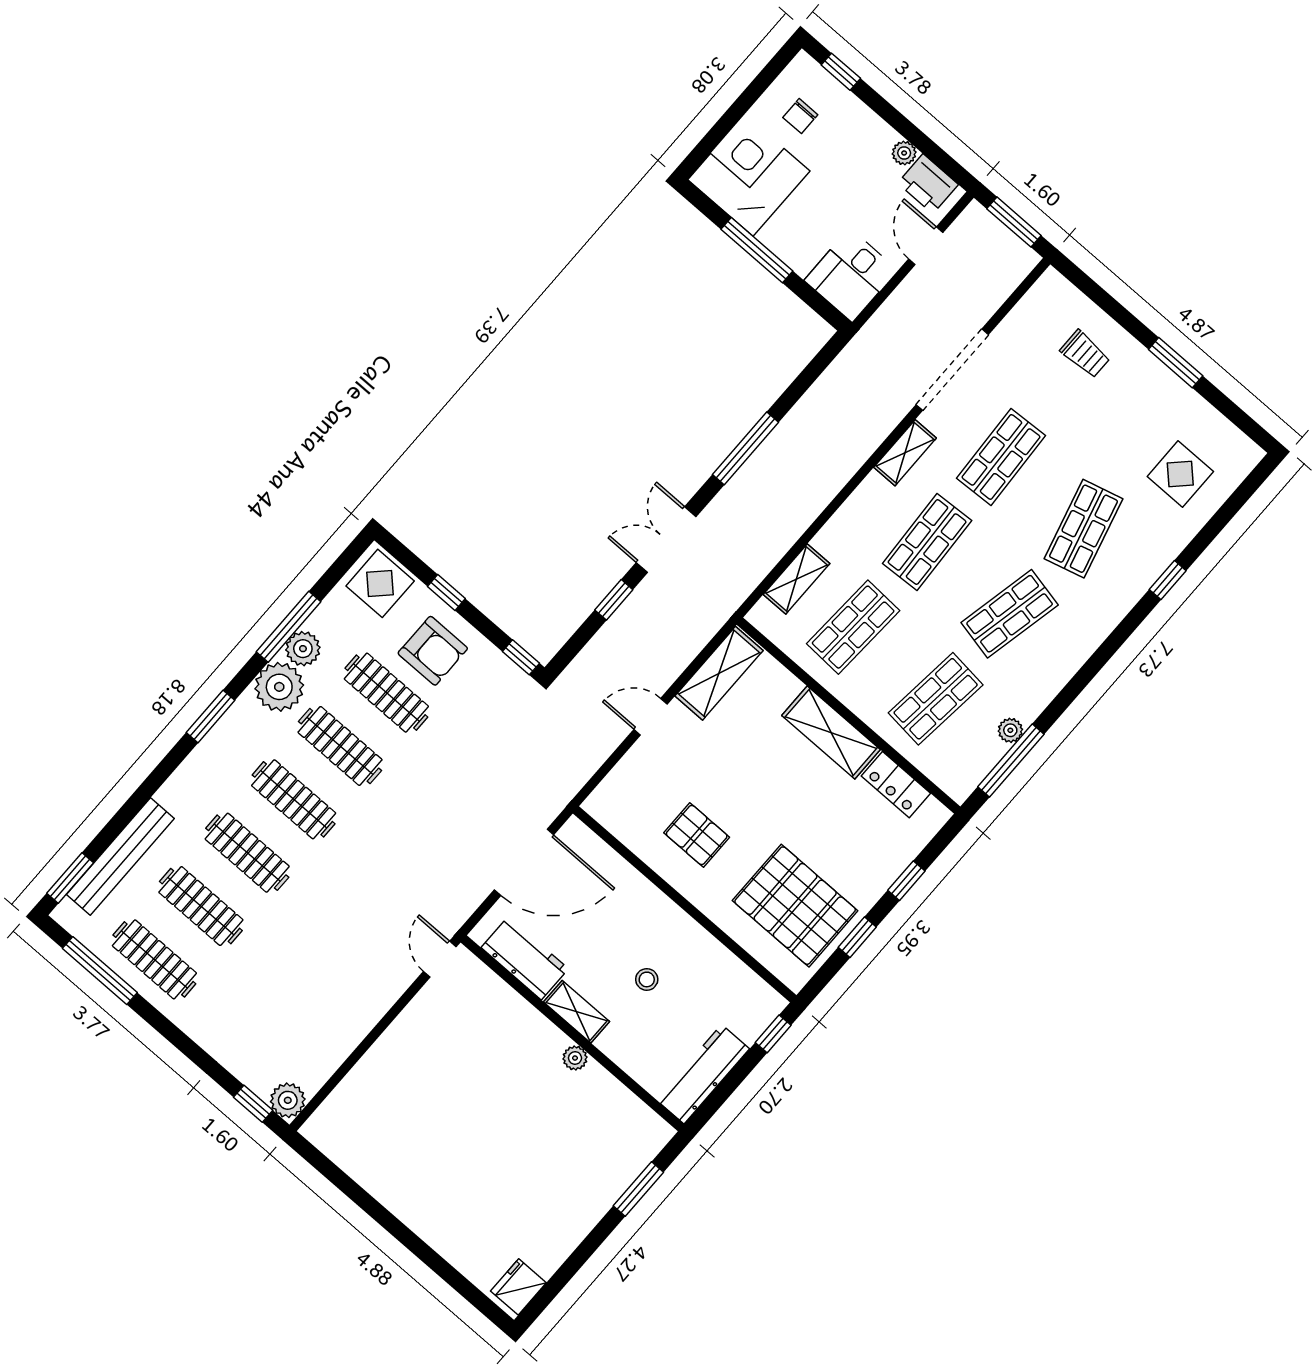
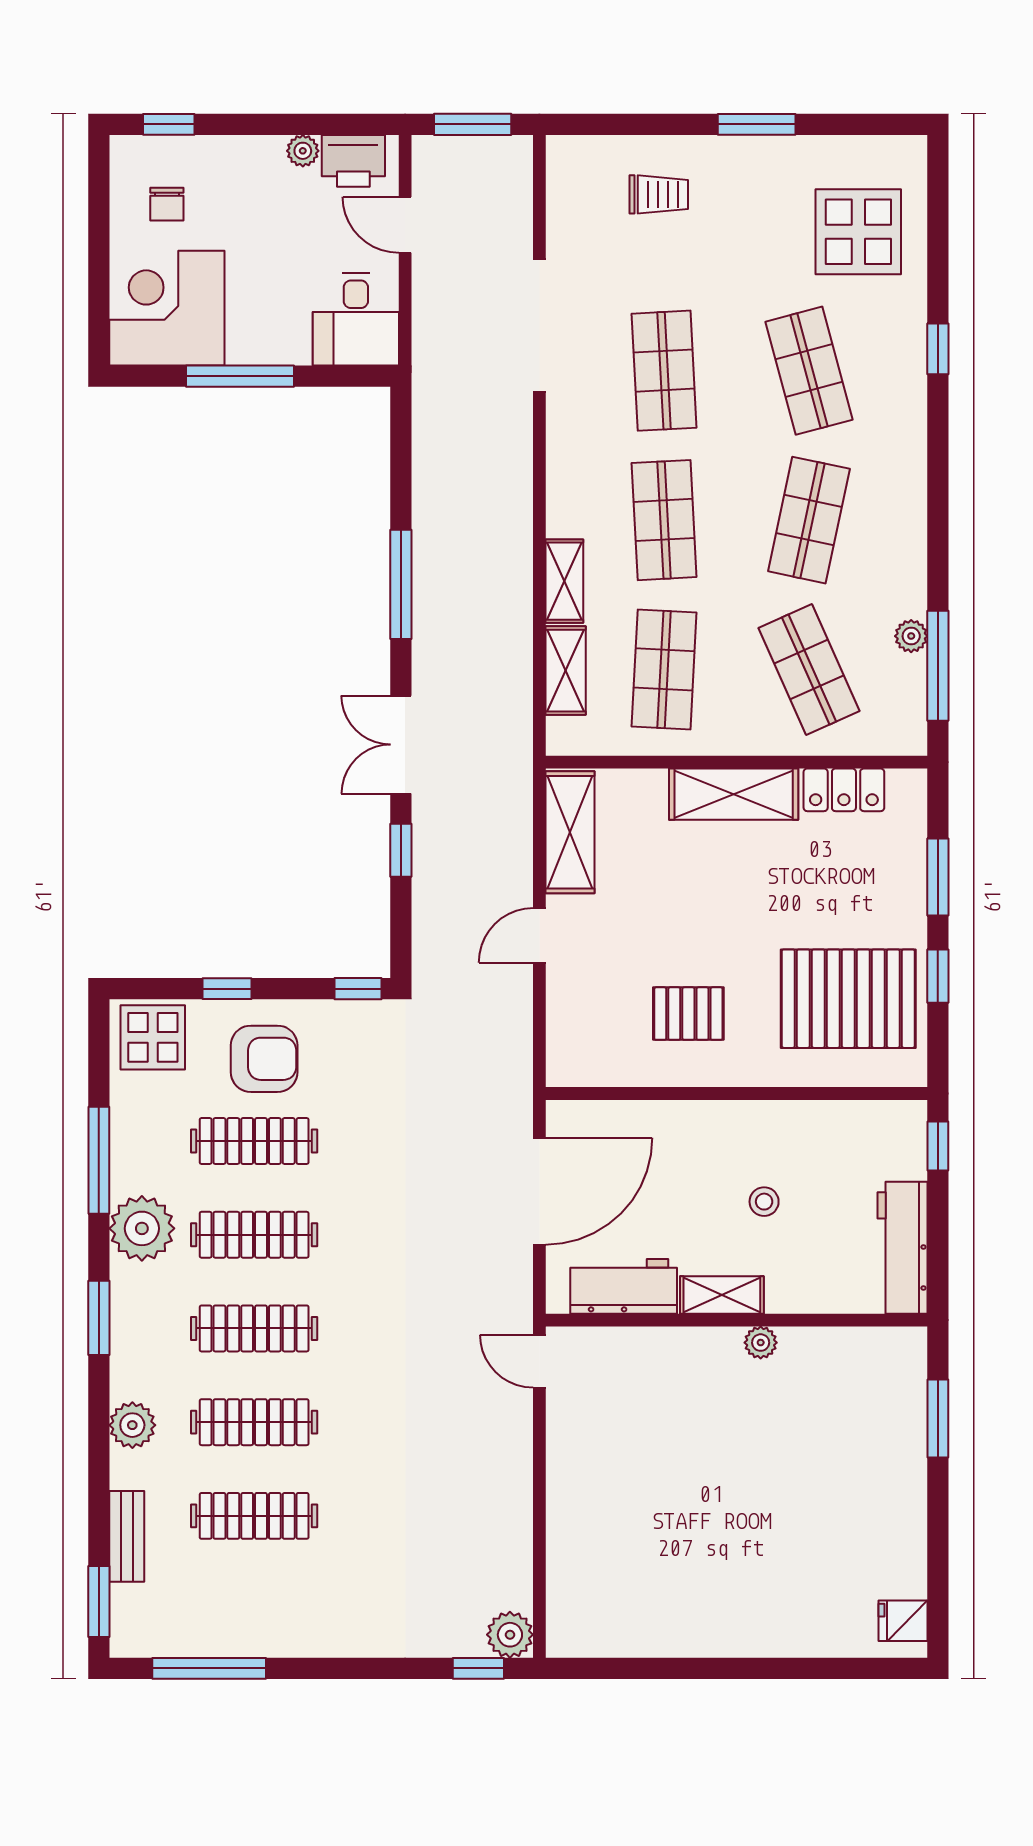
shelving: (905, 453) -> (564, 581), moved
display table: (1180, 474) -> (858, 232), width x1.36, depth x1.36
plant: (303, 649) -> (132, 1425), moved
shop shelf: (936, 699) -> (809, 670), turned -30
bench: (120, 857) -> (127, 1536), width x0.54, depth x0.82
window: (906, 881) -> (938, 877), width x1.50
clothes rail: (154, 959) -> (254, 1610), removed
fridge: (518, 1287) -> (903, 1621), width x0.72

